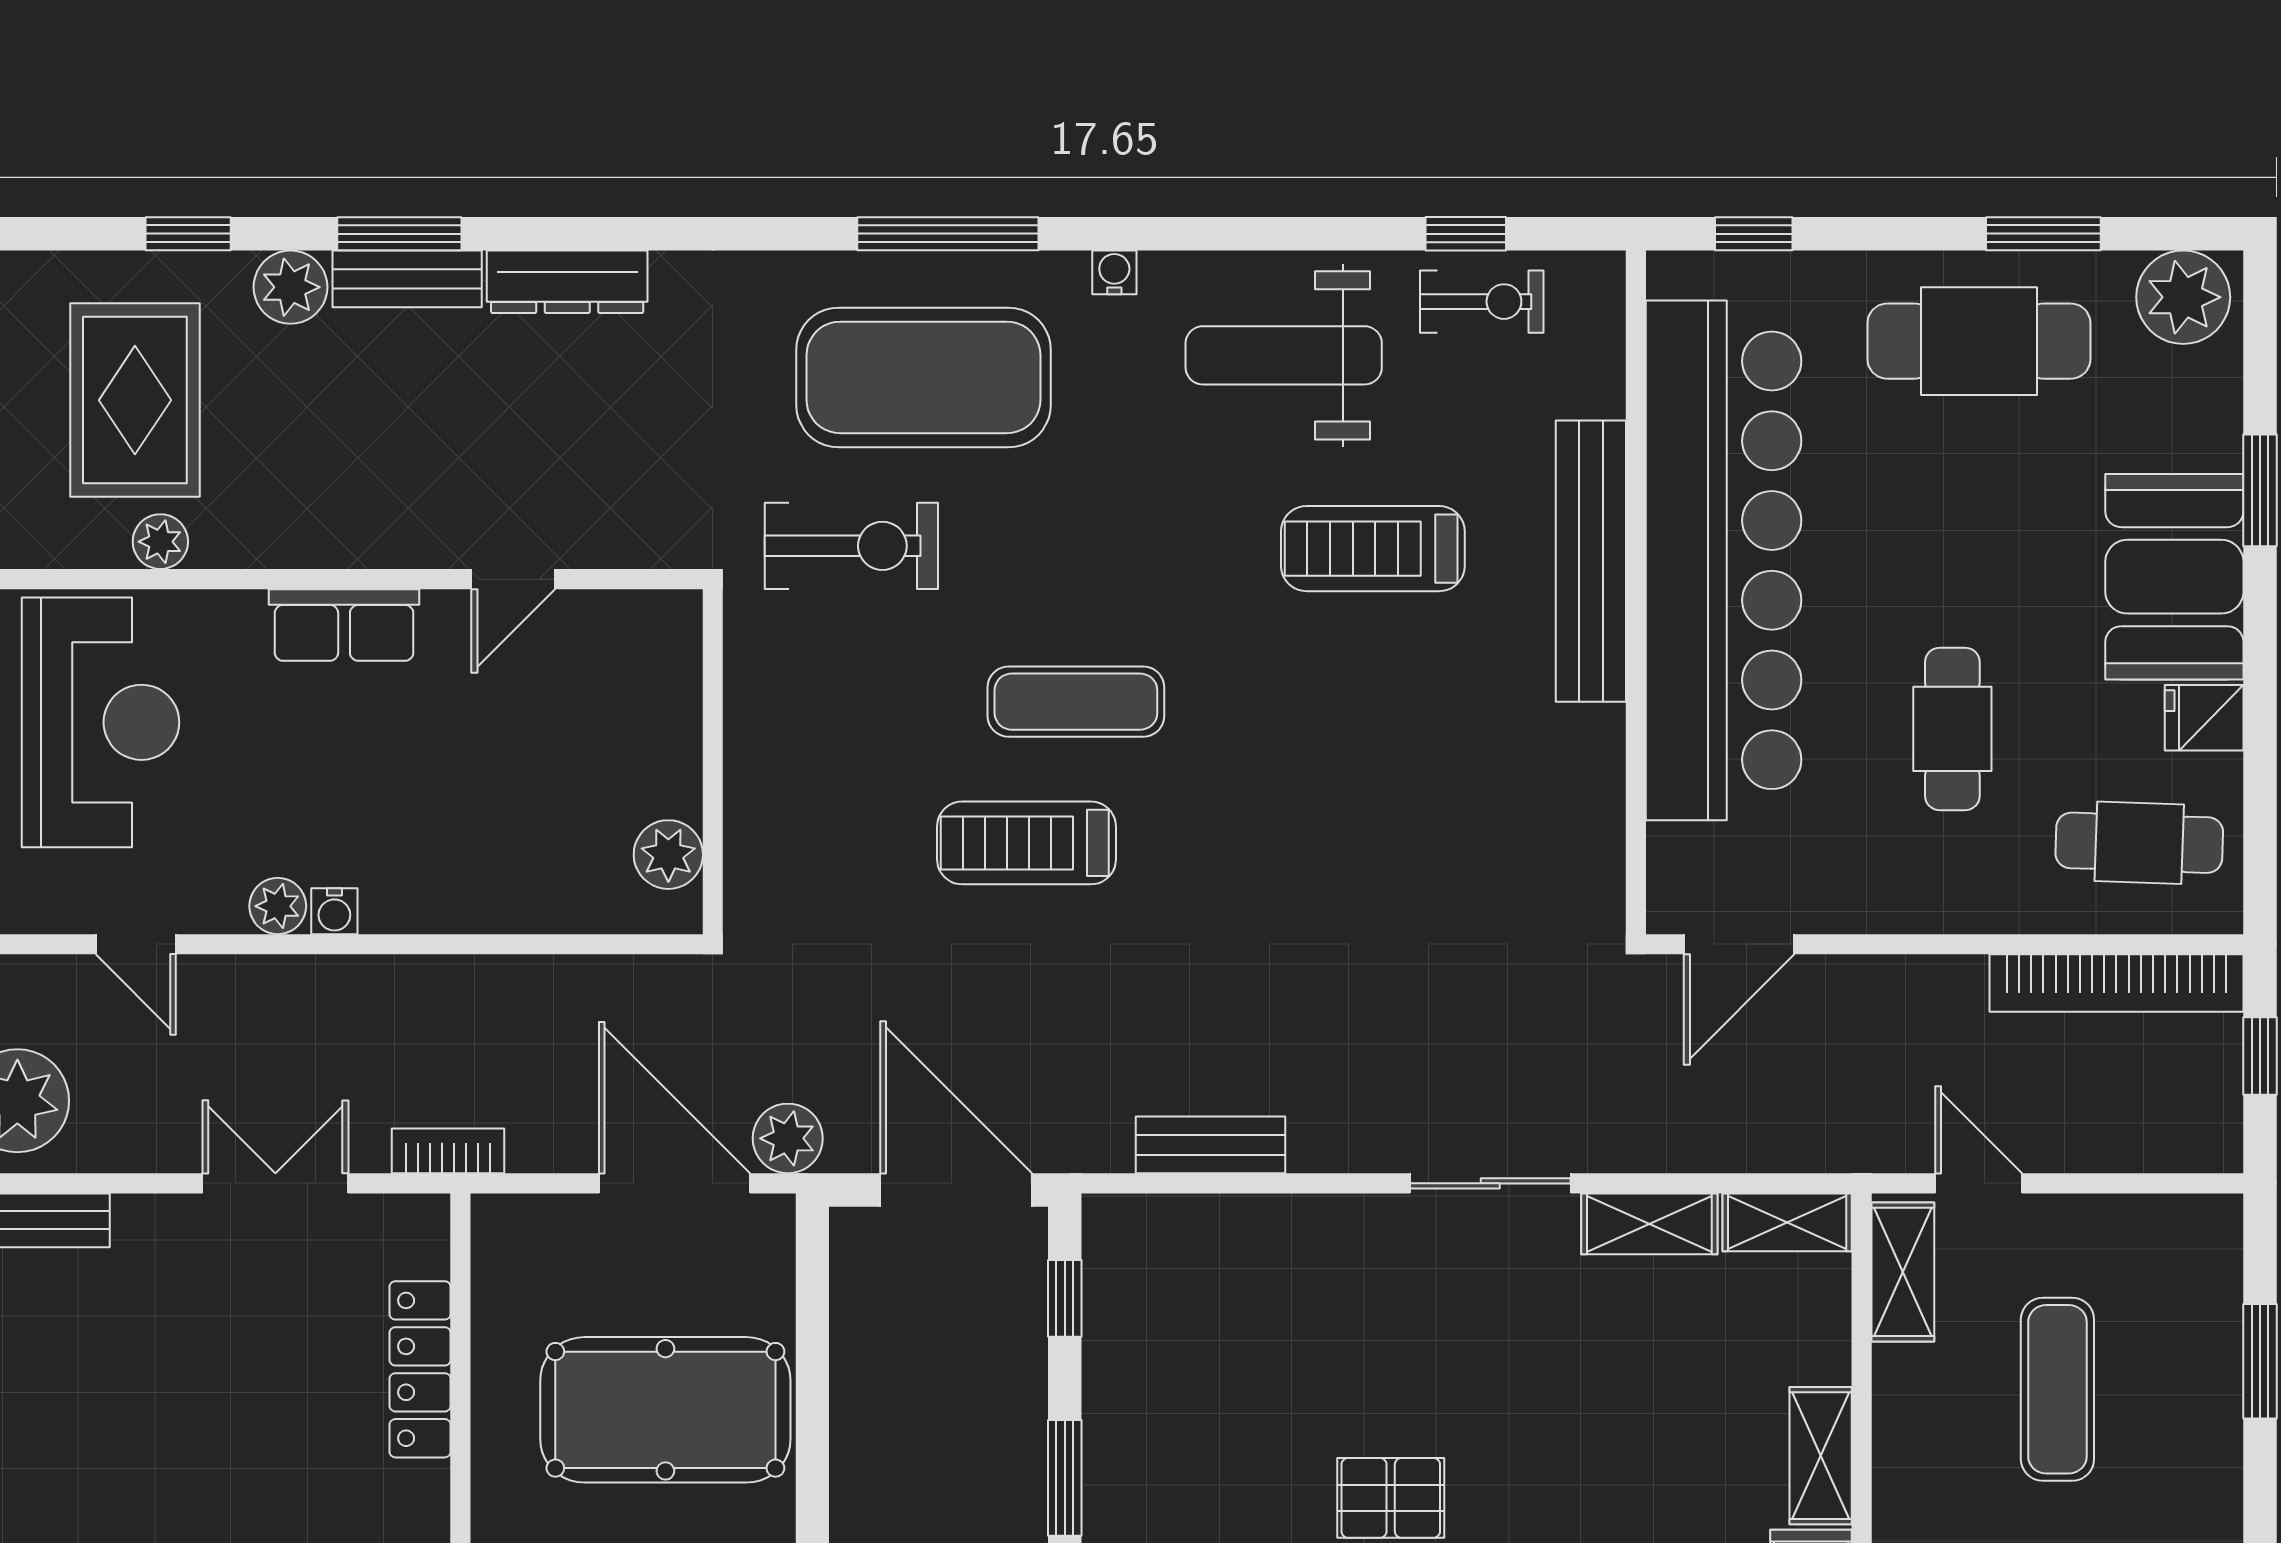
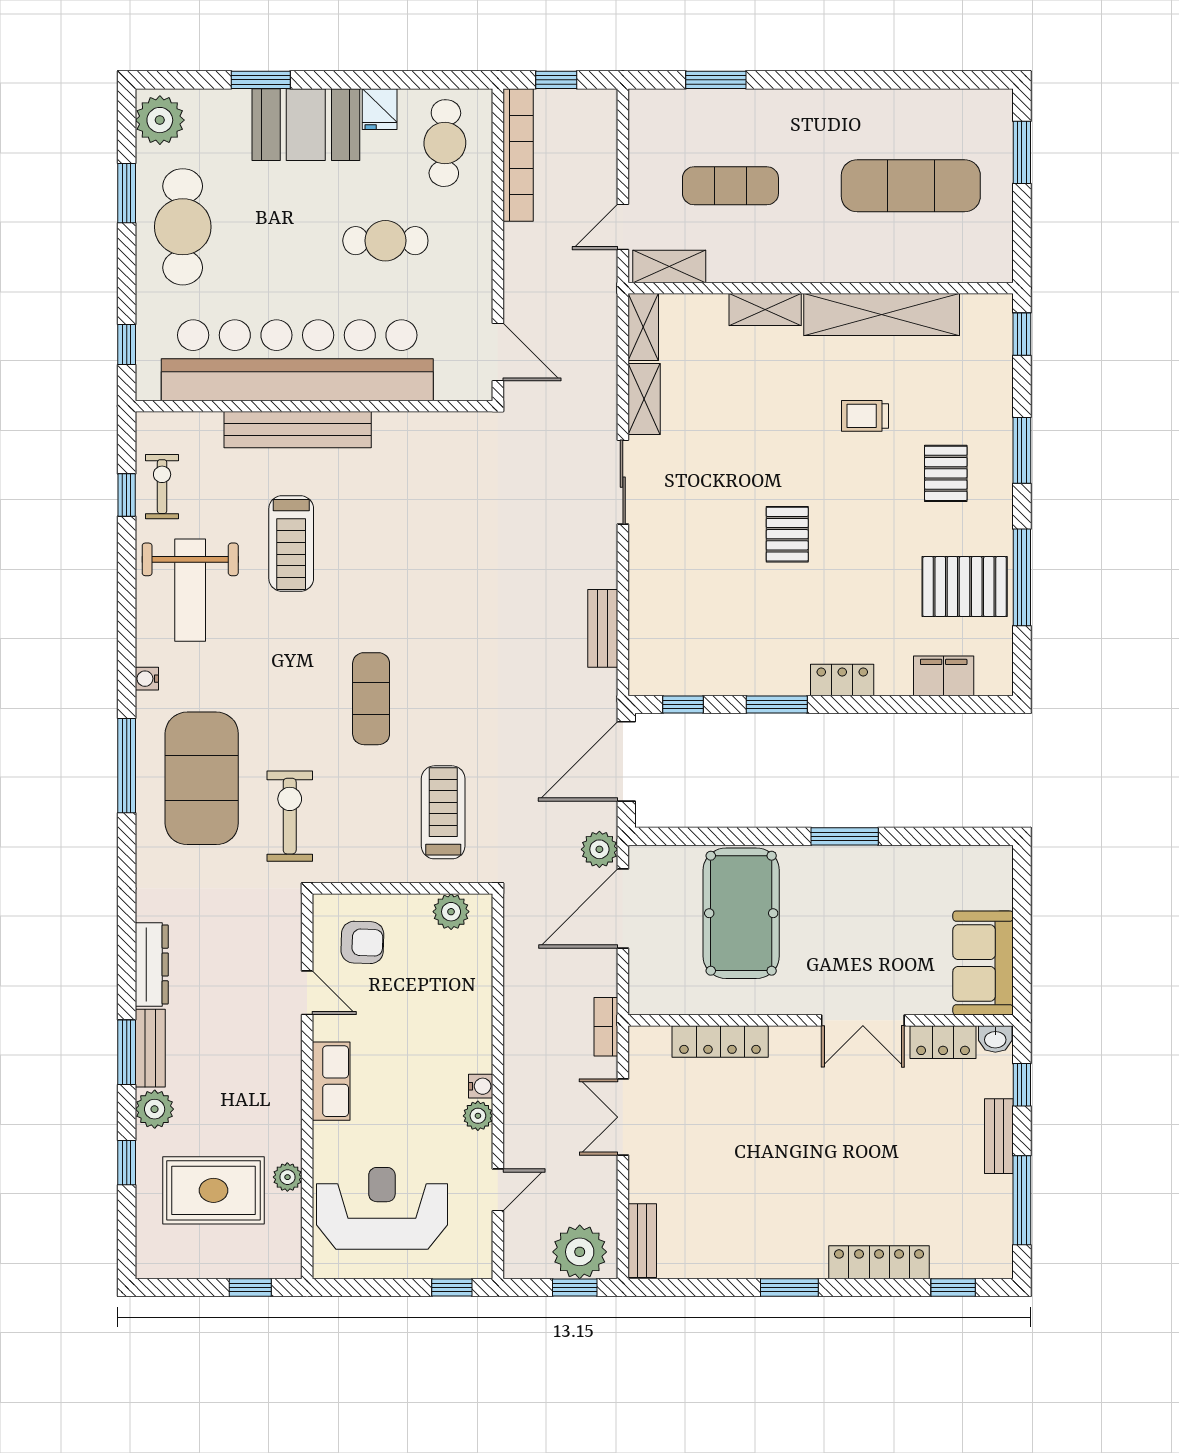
armchair: (610, 685) -> (362, 942), added
treadmill: (1027, 843) -> (443, 812), moved, turned 180

